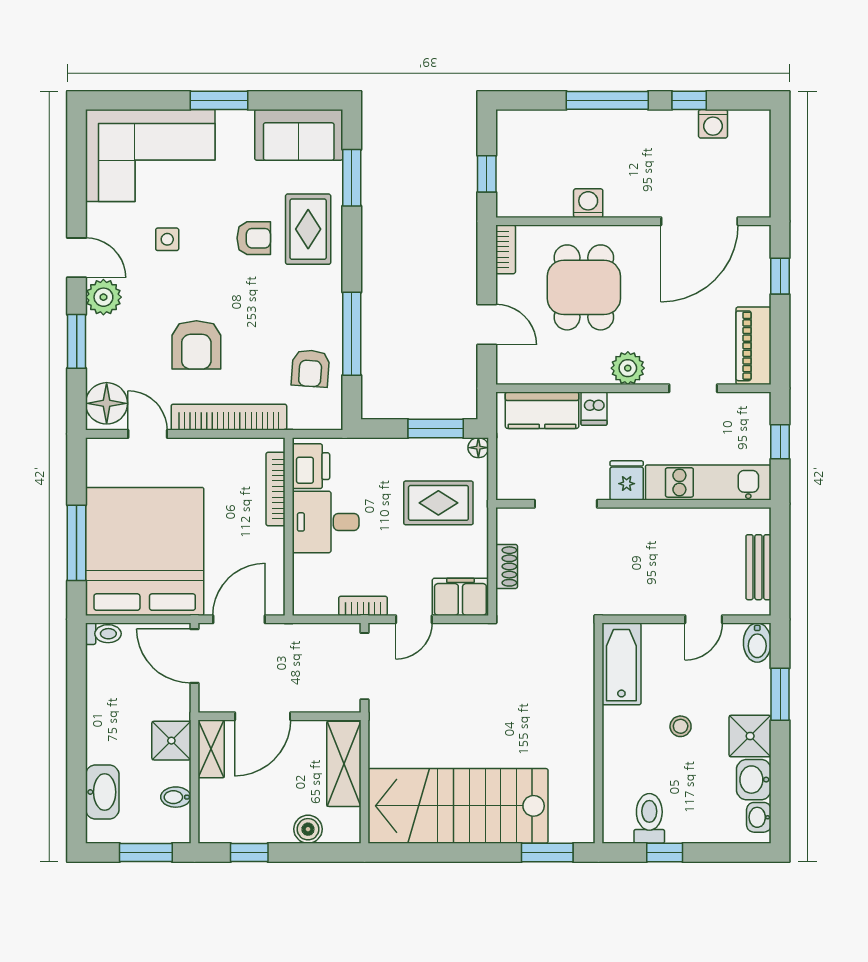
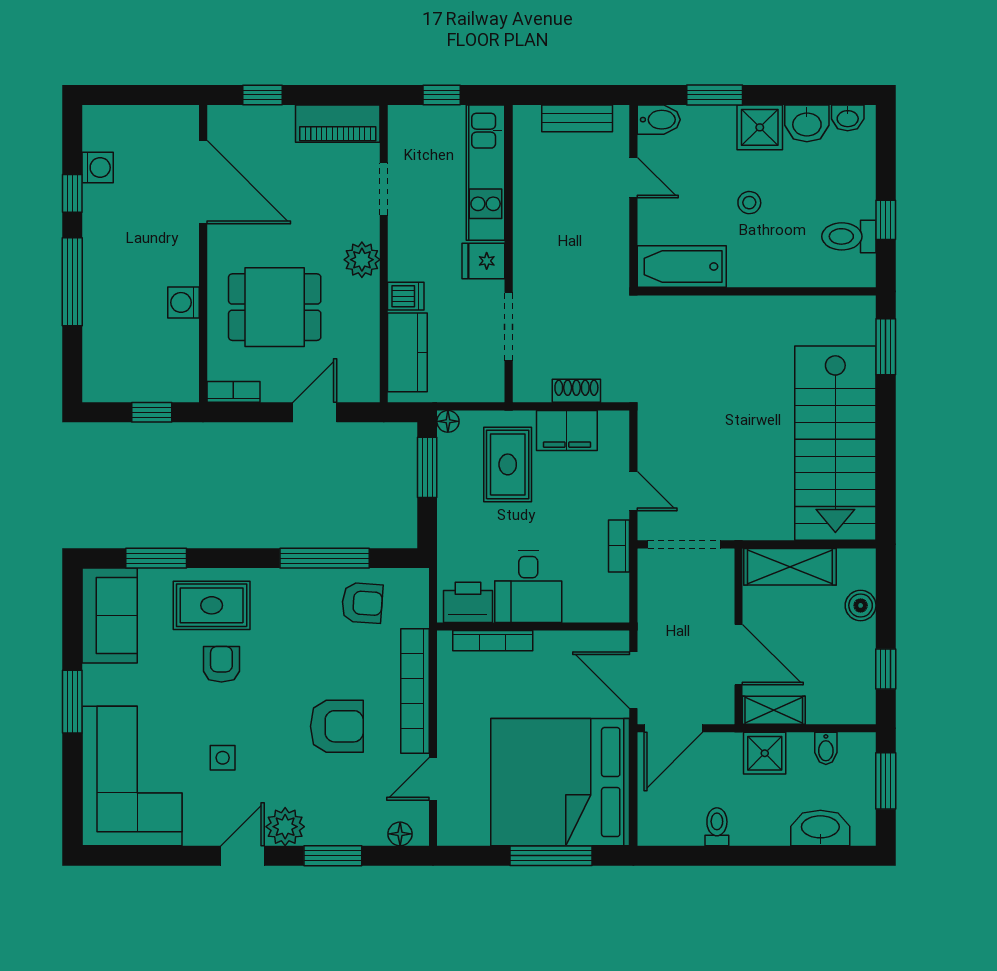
floor lamp: (107, 403) -> (400, 834), width x0.53, depth x0.53
filing cabinet: (460, 597) -> (567, 431), moved, turned -90
toilet: (103, 634) -> (717, 827), moved

